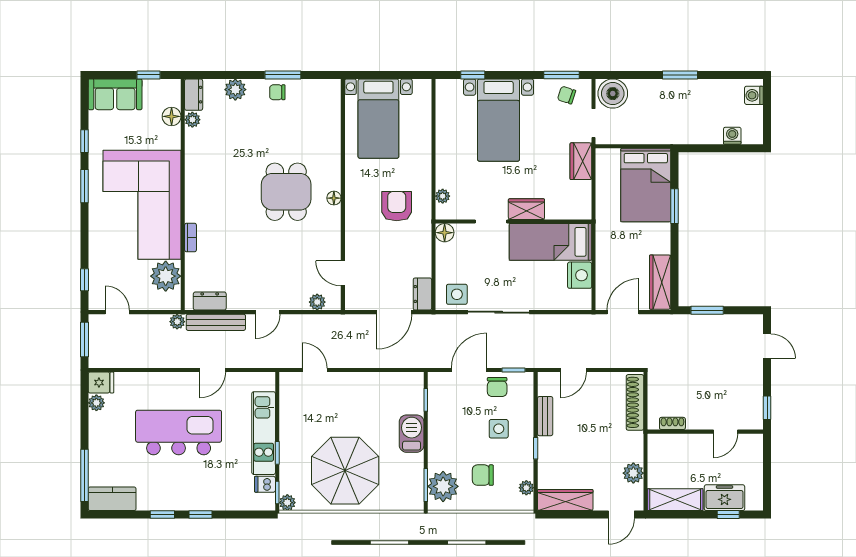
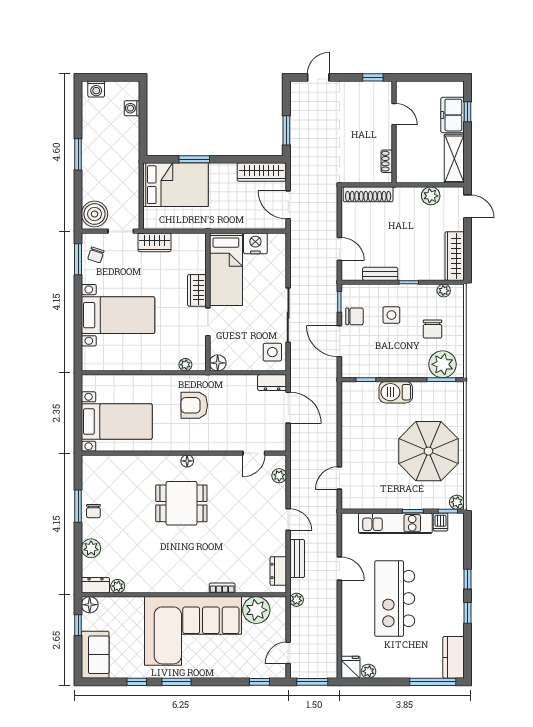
window: (473, 75) -> (78, 338), removed
floor lamp: (172, 116) -> (90, 605), moved
bench: (216, 322) -> (297, 559), width x0.73

